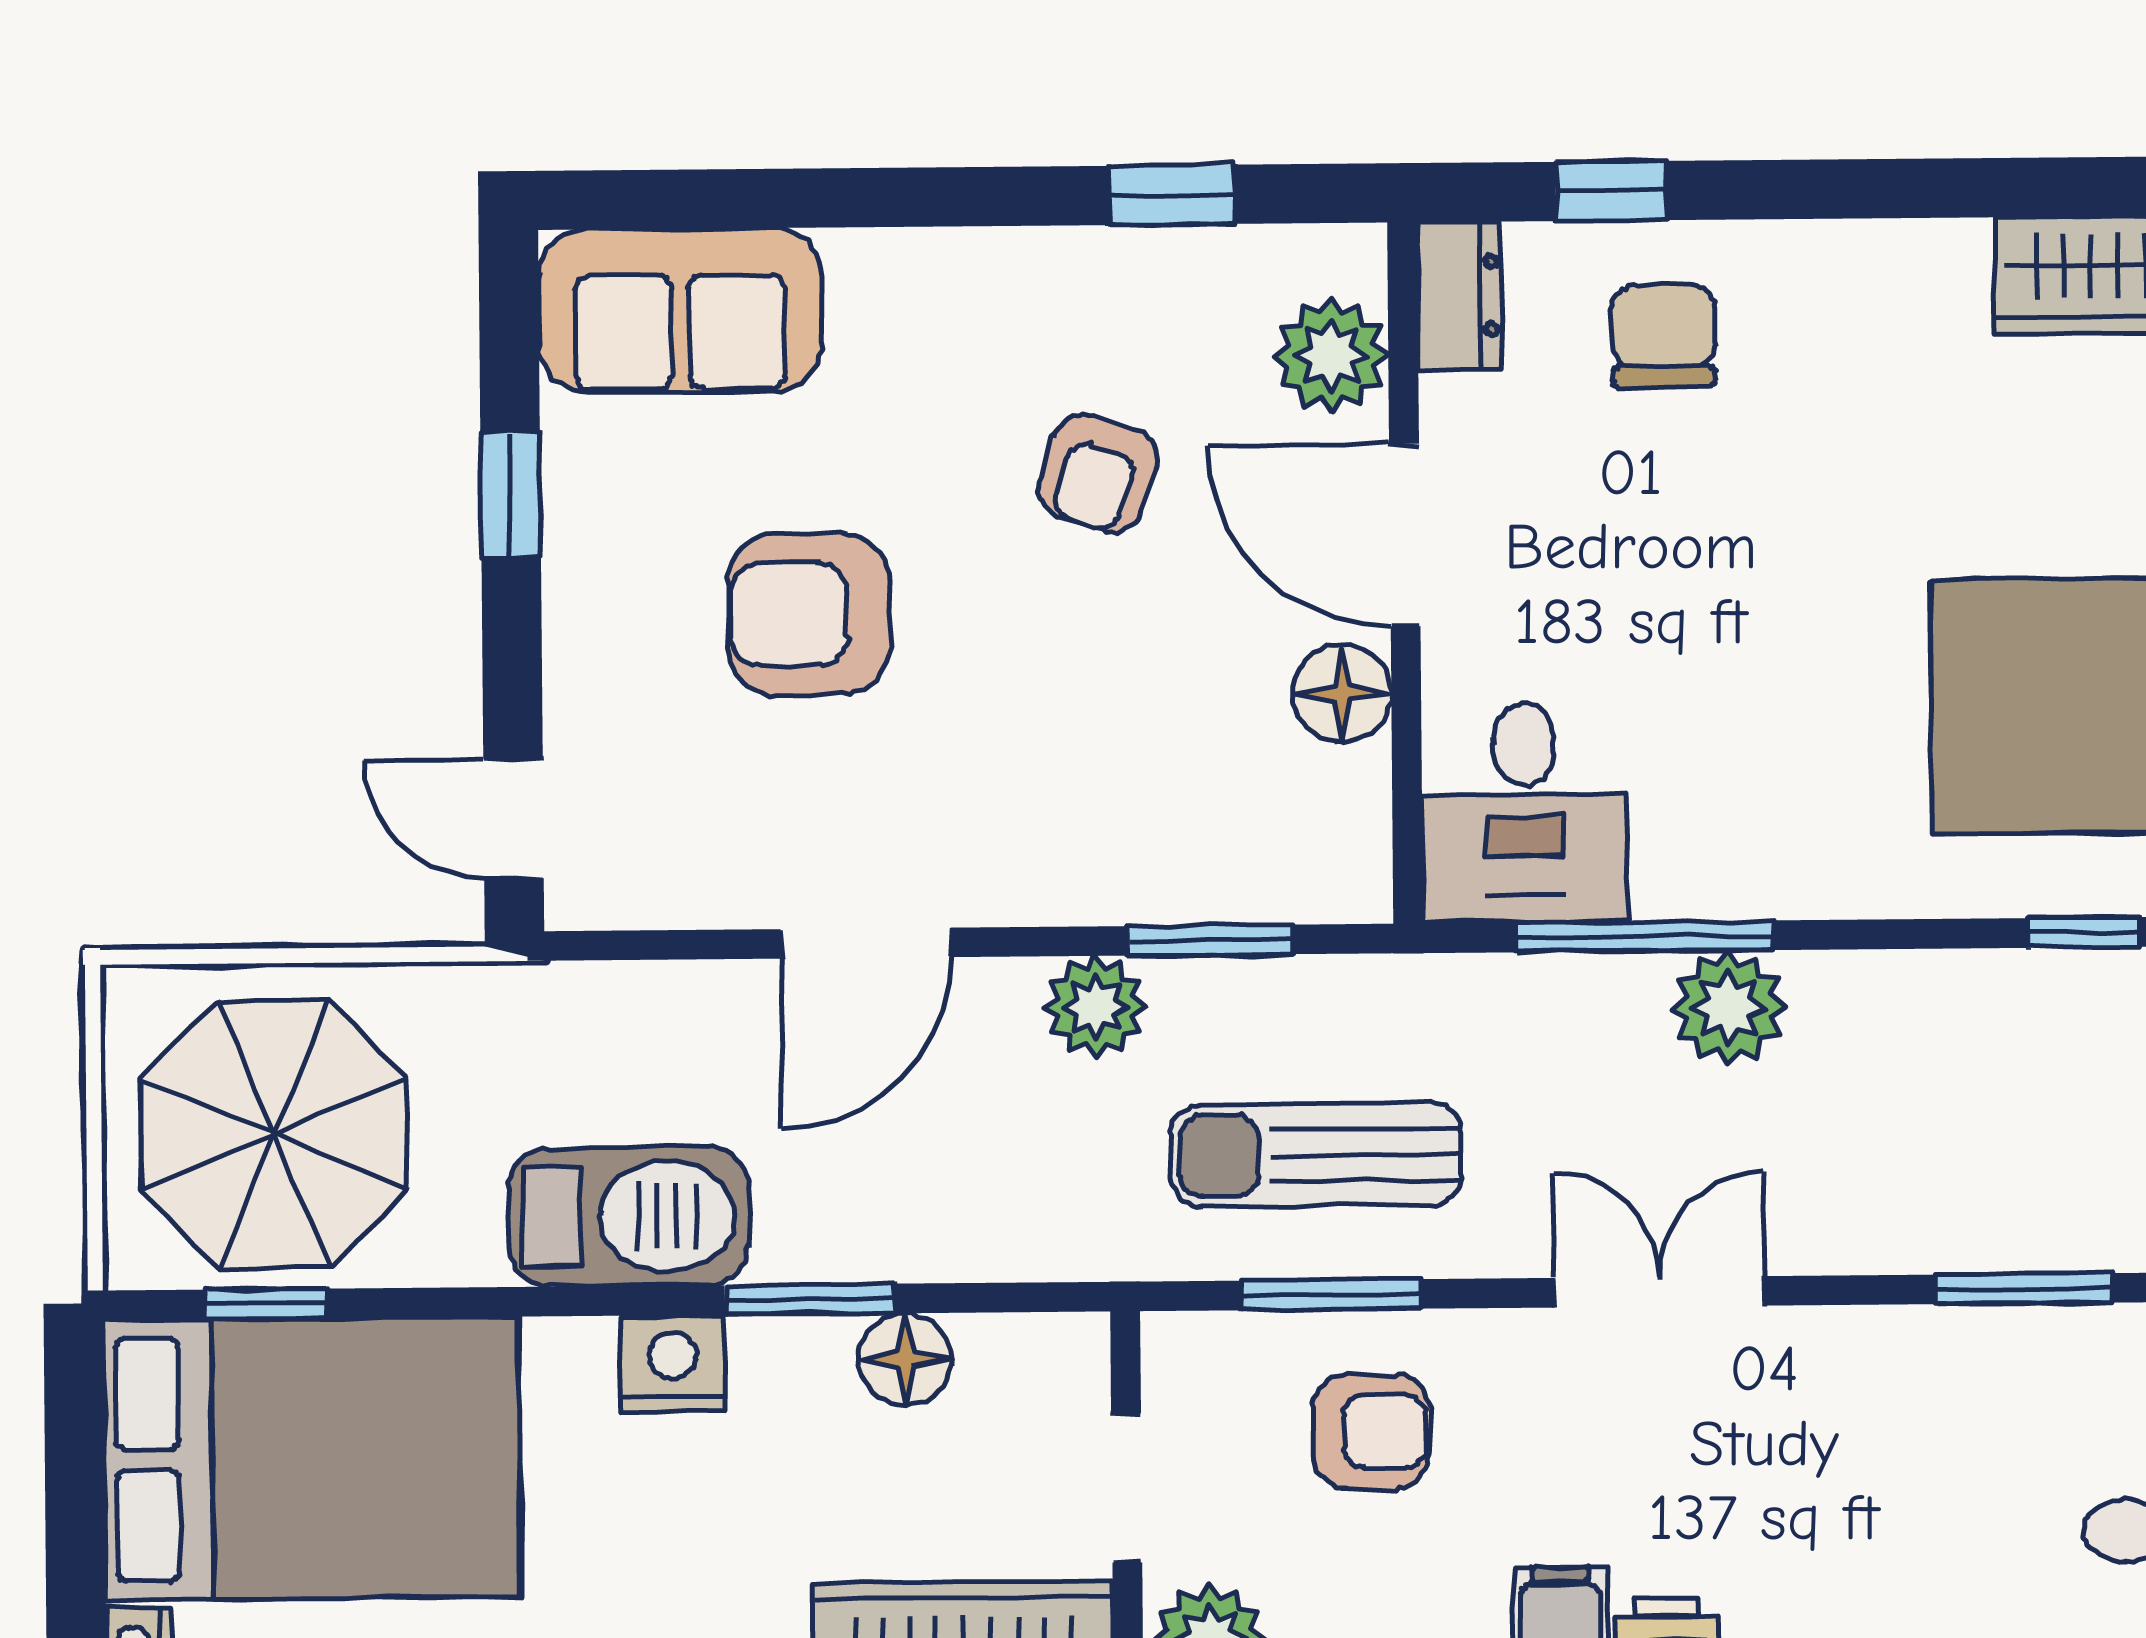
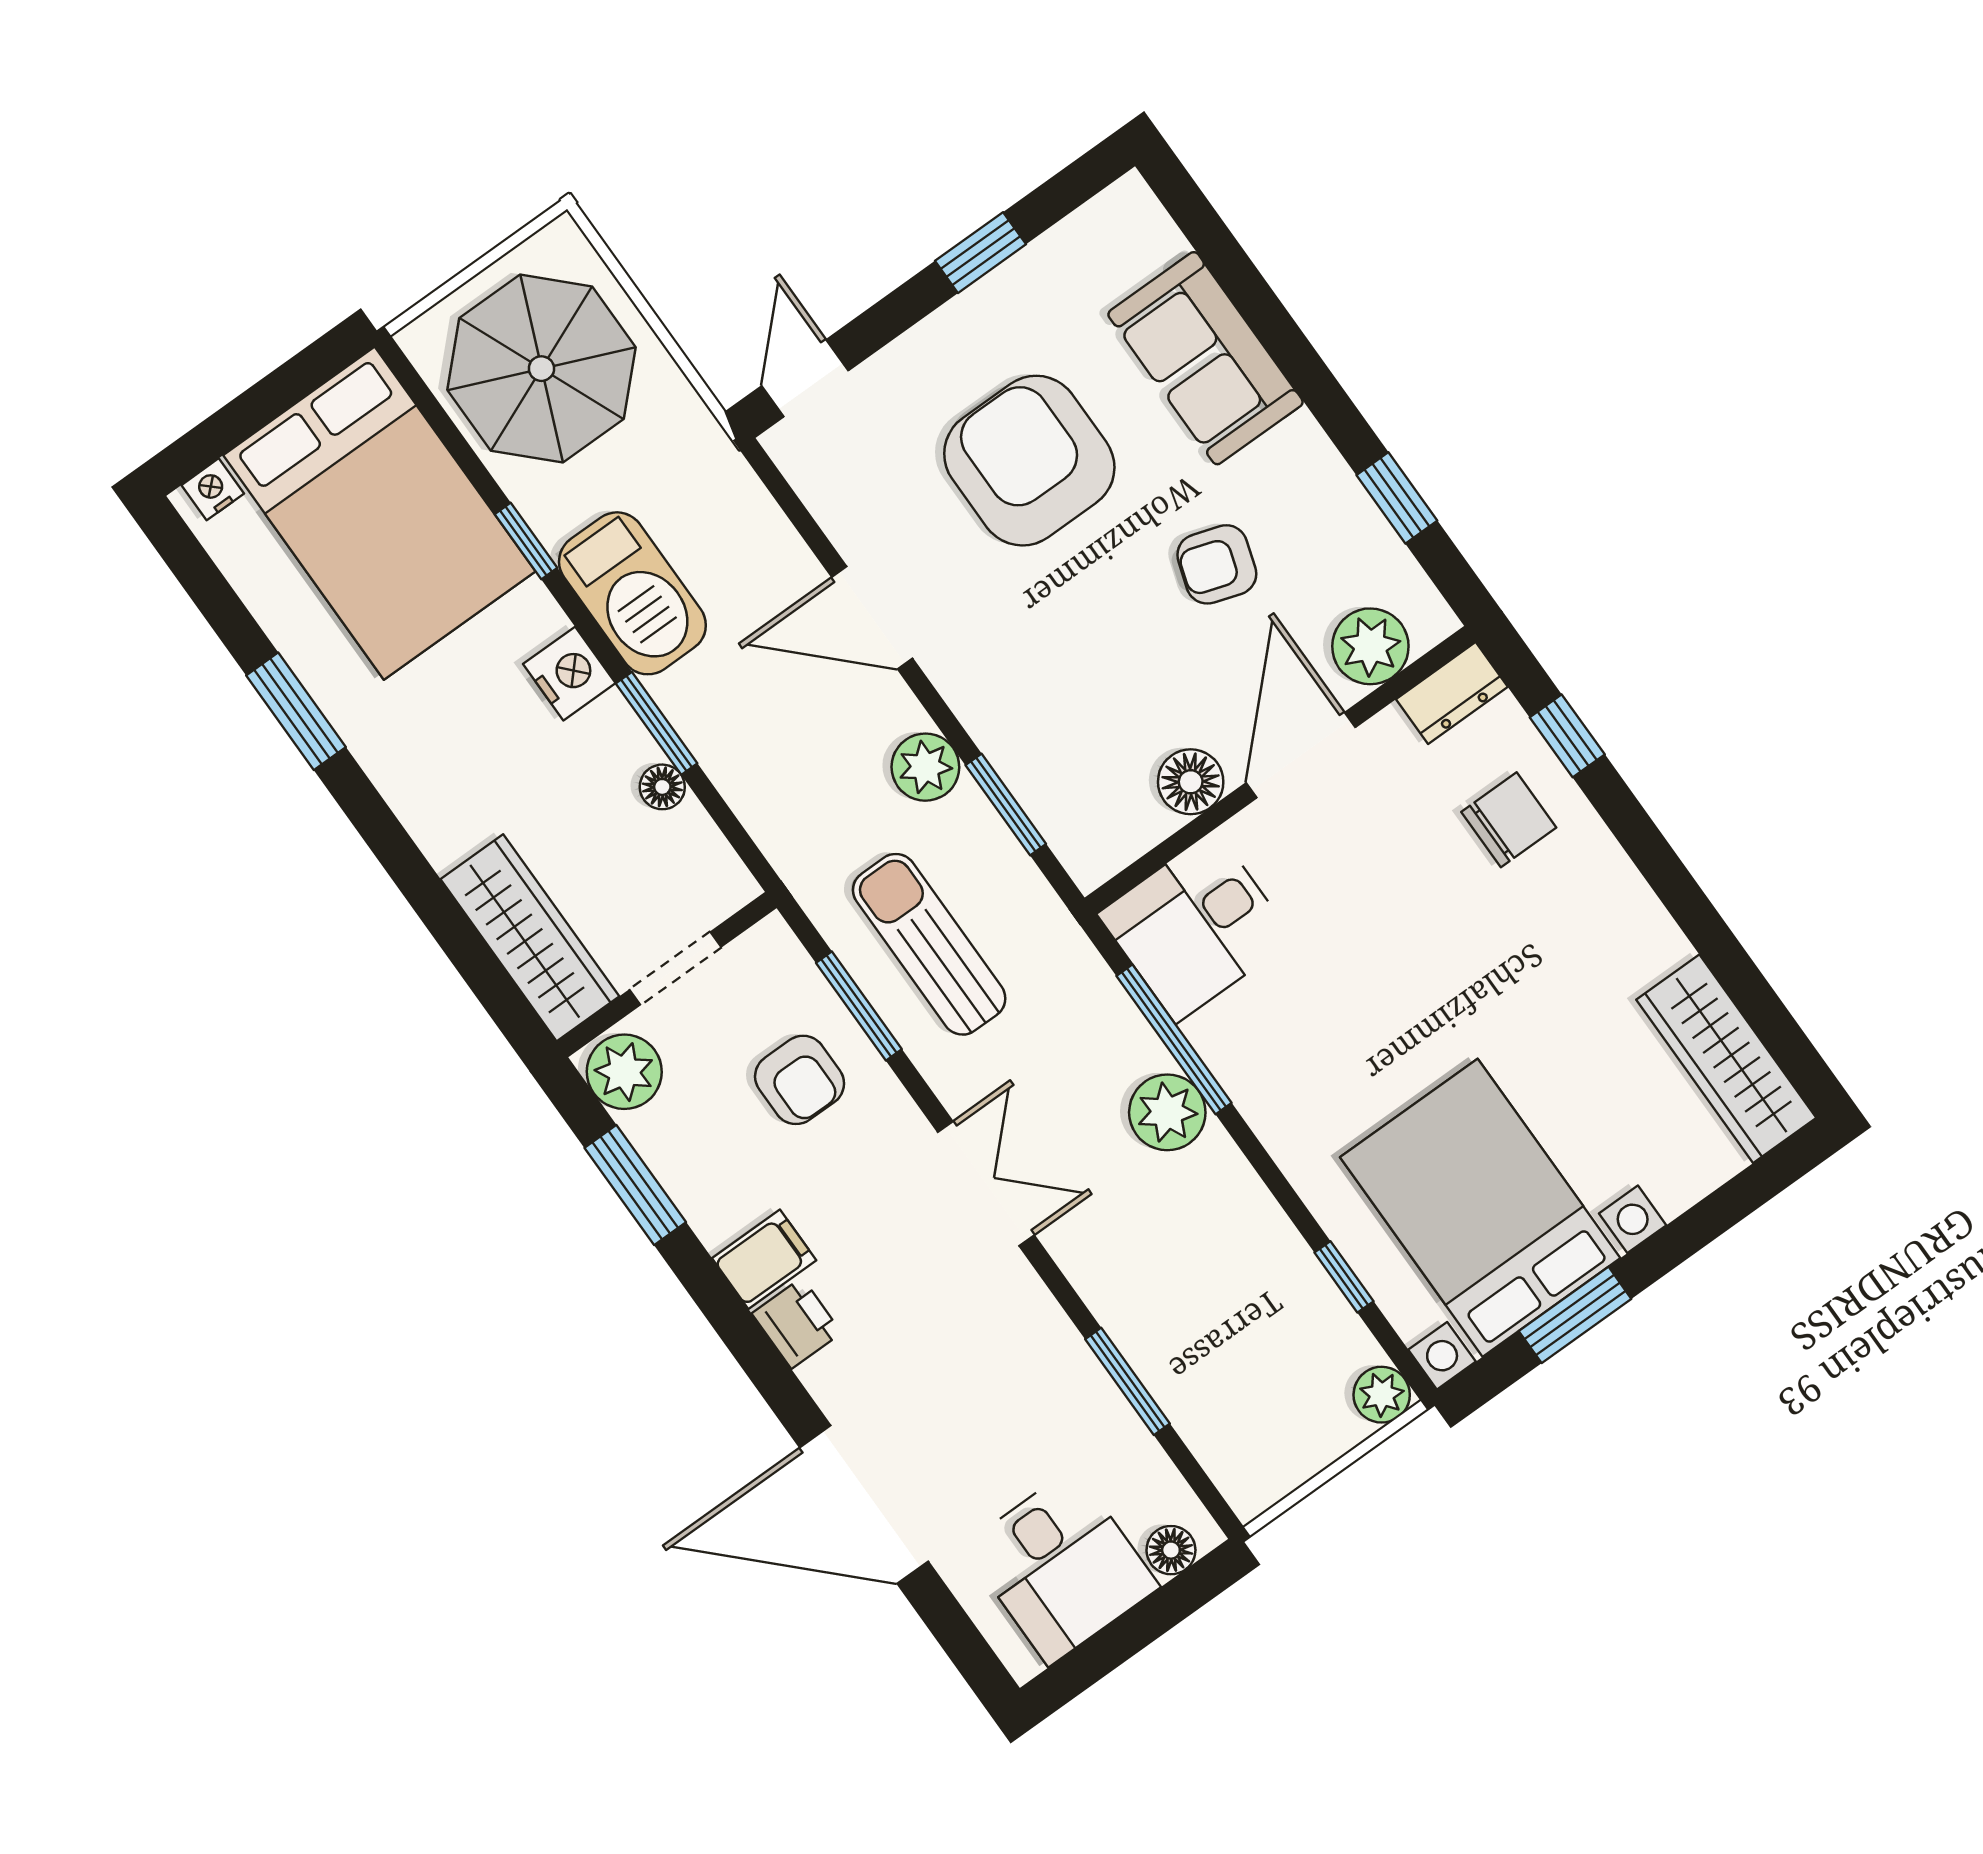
sofa: (680, 311) -> (1206, 358), moved
armchair: (808, 614) -> (1029, 461), width x1.36, depth x1.36
window: (266, 1304) -> (526, 541), moved
floor lamp: (905, 1359) -> (662, 787), width x0.73, depth x0.73

